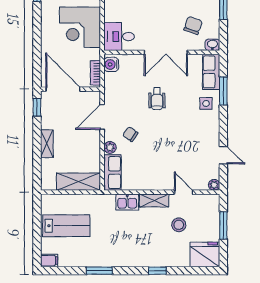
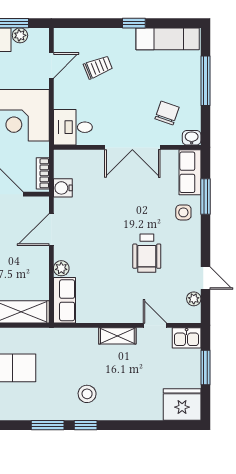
water cooler: (111, 64) -> (63, 188), moved
wheelchair: (157, 99) -> (147, 253), moved, width x1.36, depth x1.37
chair: (130, 134) -> (87, 251), removed
plant: (214, 185) -> (194, 299), moved
kitchen sink: (127, 202) -> (187, 338), moved
stool: (179, 225) -> (87, 394), moved
window: (157, 271) -> (86, 425), moved

